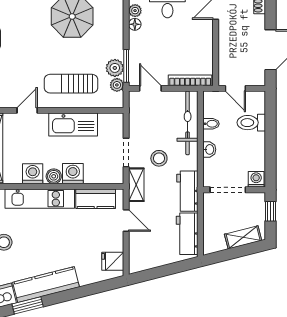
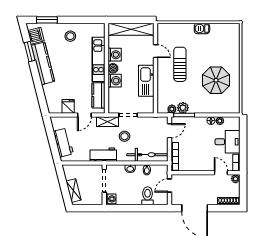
sun lounger: (71, 84) -> (180, 64), moved
window: (271, 211) -> (90, 208), removed
workbench: (187, 234) -> (63, 143), moved, turned 76
fridge: (113, 261) -> (68, 106), moved

